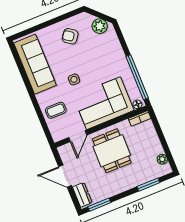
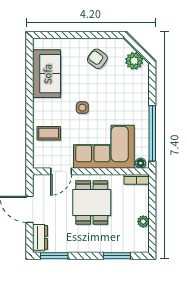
sofa: (35, 64) -> (47, 74), width x0.73
plant: (162, 159) -> (143, 221), moved

